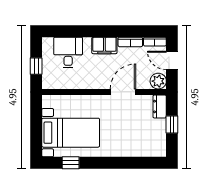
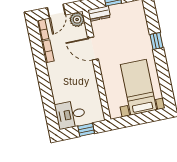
filing cabinet: (104, 45) -> (55, 73), removed
desk: (68, 52) -> (70, 115), moved
window: (71, 163) -> (157, 41), moved

